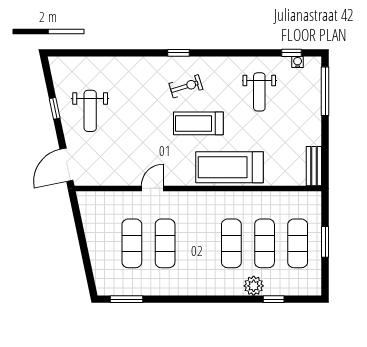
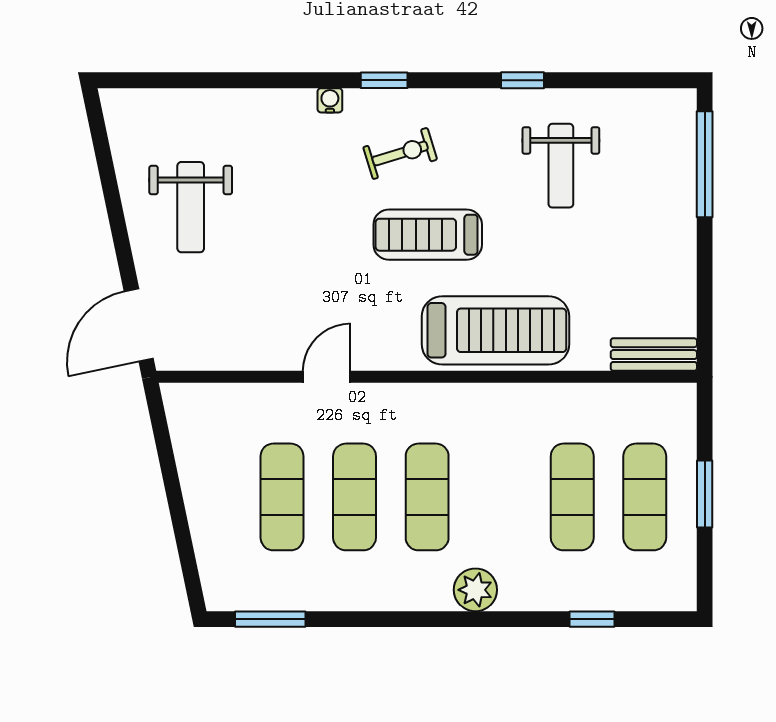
window: (292, 53) -> (523, 80), moved
water cooler: (298, 62) -> (330, 100), moved
window: (55, 108) -> (113, 201), removed
bench: (314, 166) -> (654, 355), moved, turned 90
treadmill: (229, 167) -> (495, 330), turned 180
exercise mat: (231, 243) -> (427, 497), moved
plant: (254, 286) -> (475, 590), moved

